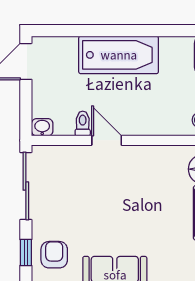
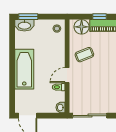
coffee table: (148, 175) -> (84, 55), added

